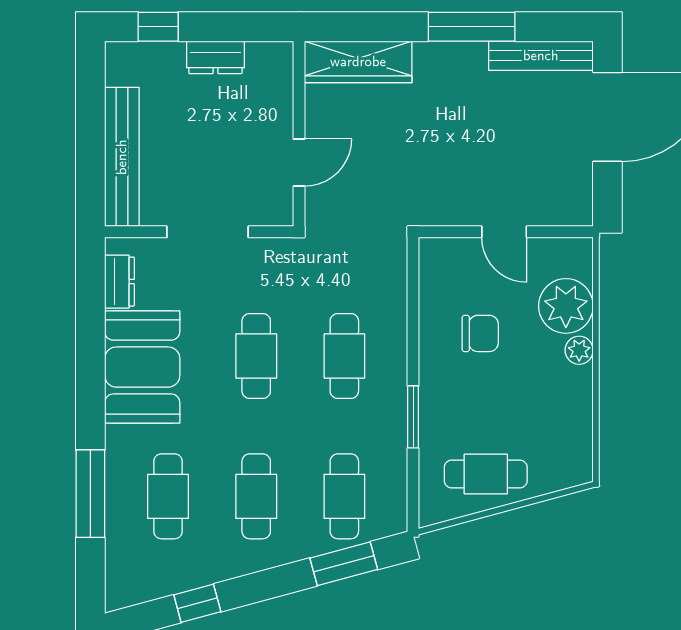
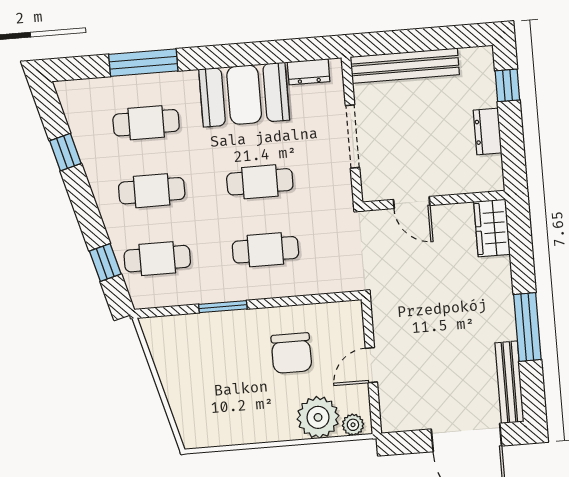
wardrobe: (358, 62) -> (492, 228), width x0.67
chair: (480, 333) -> (291, 353), width x1.37, depth x1.37
plant: (579, 350) -> (353, 425), moved
cafe table: (486, 474) -> (183, 366), removed
window: (344, 564) -> (105, 262), width x0.67

